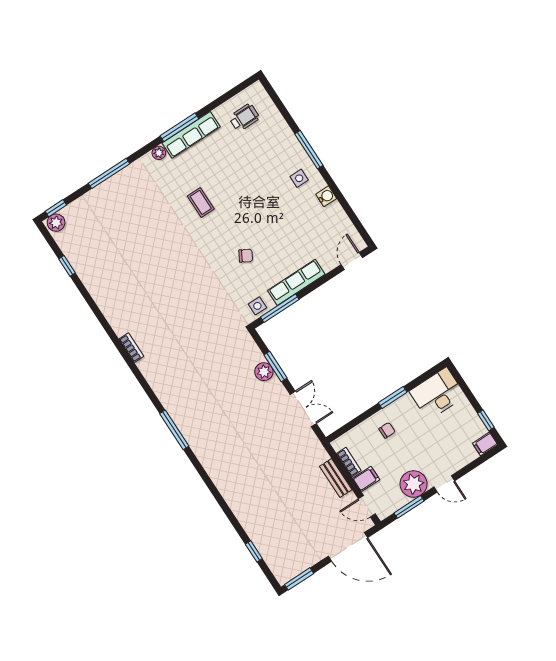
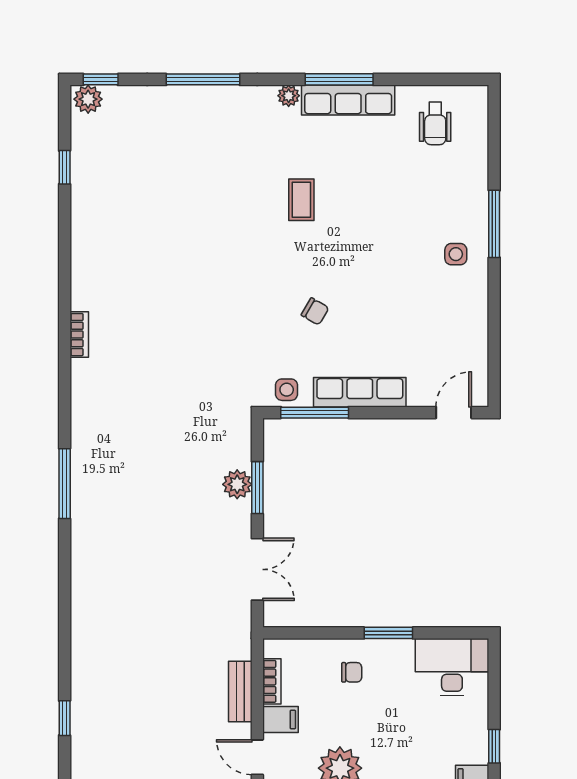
wheelchair: (244, 118) -> (435, 123), turned 90
water cooler: (326, 196) -> (476, 302), removed

